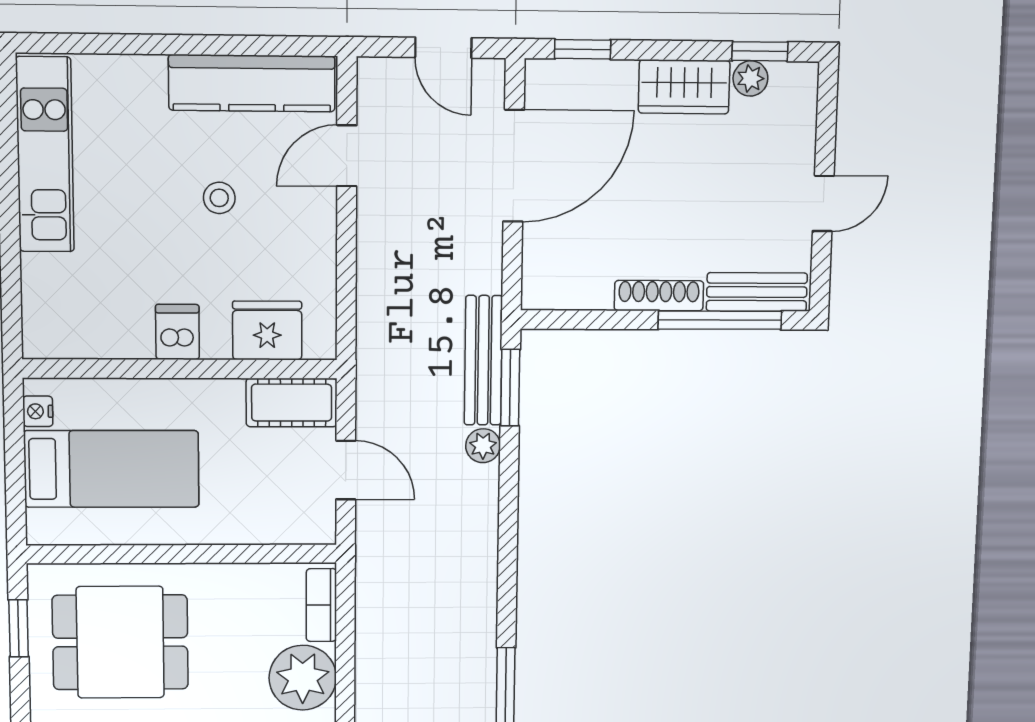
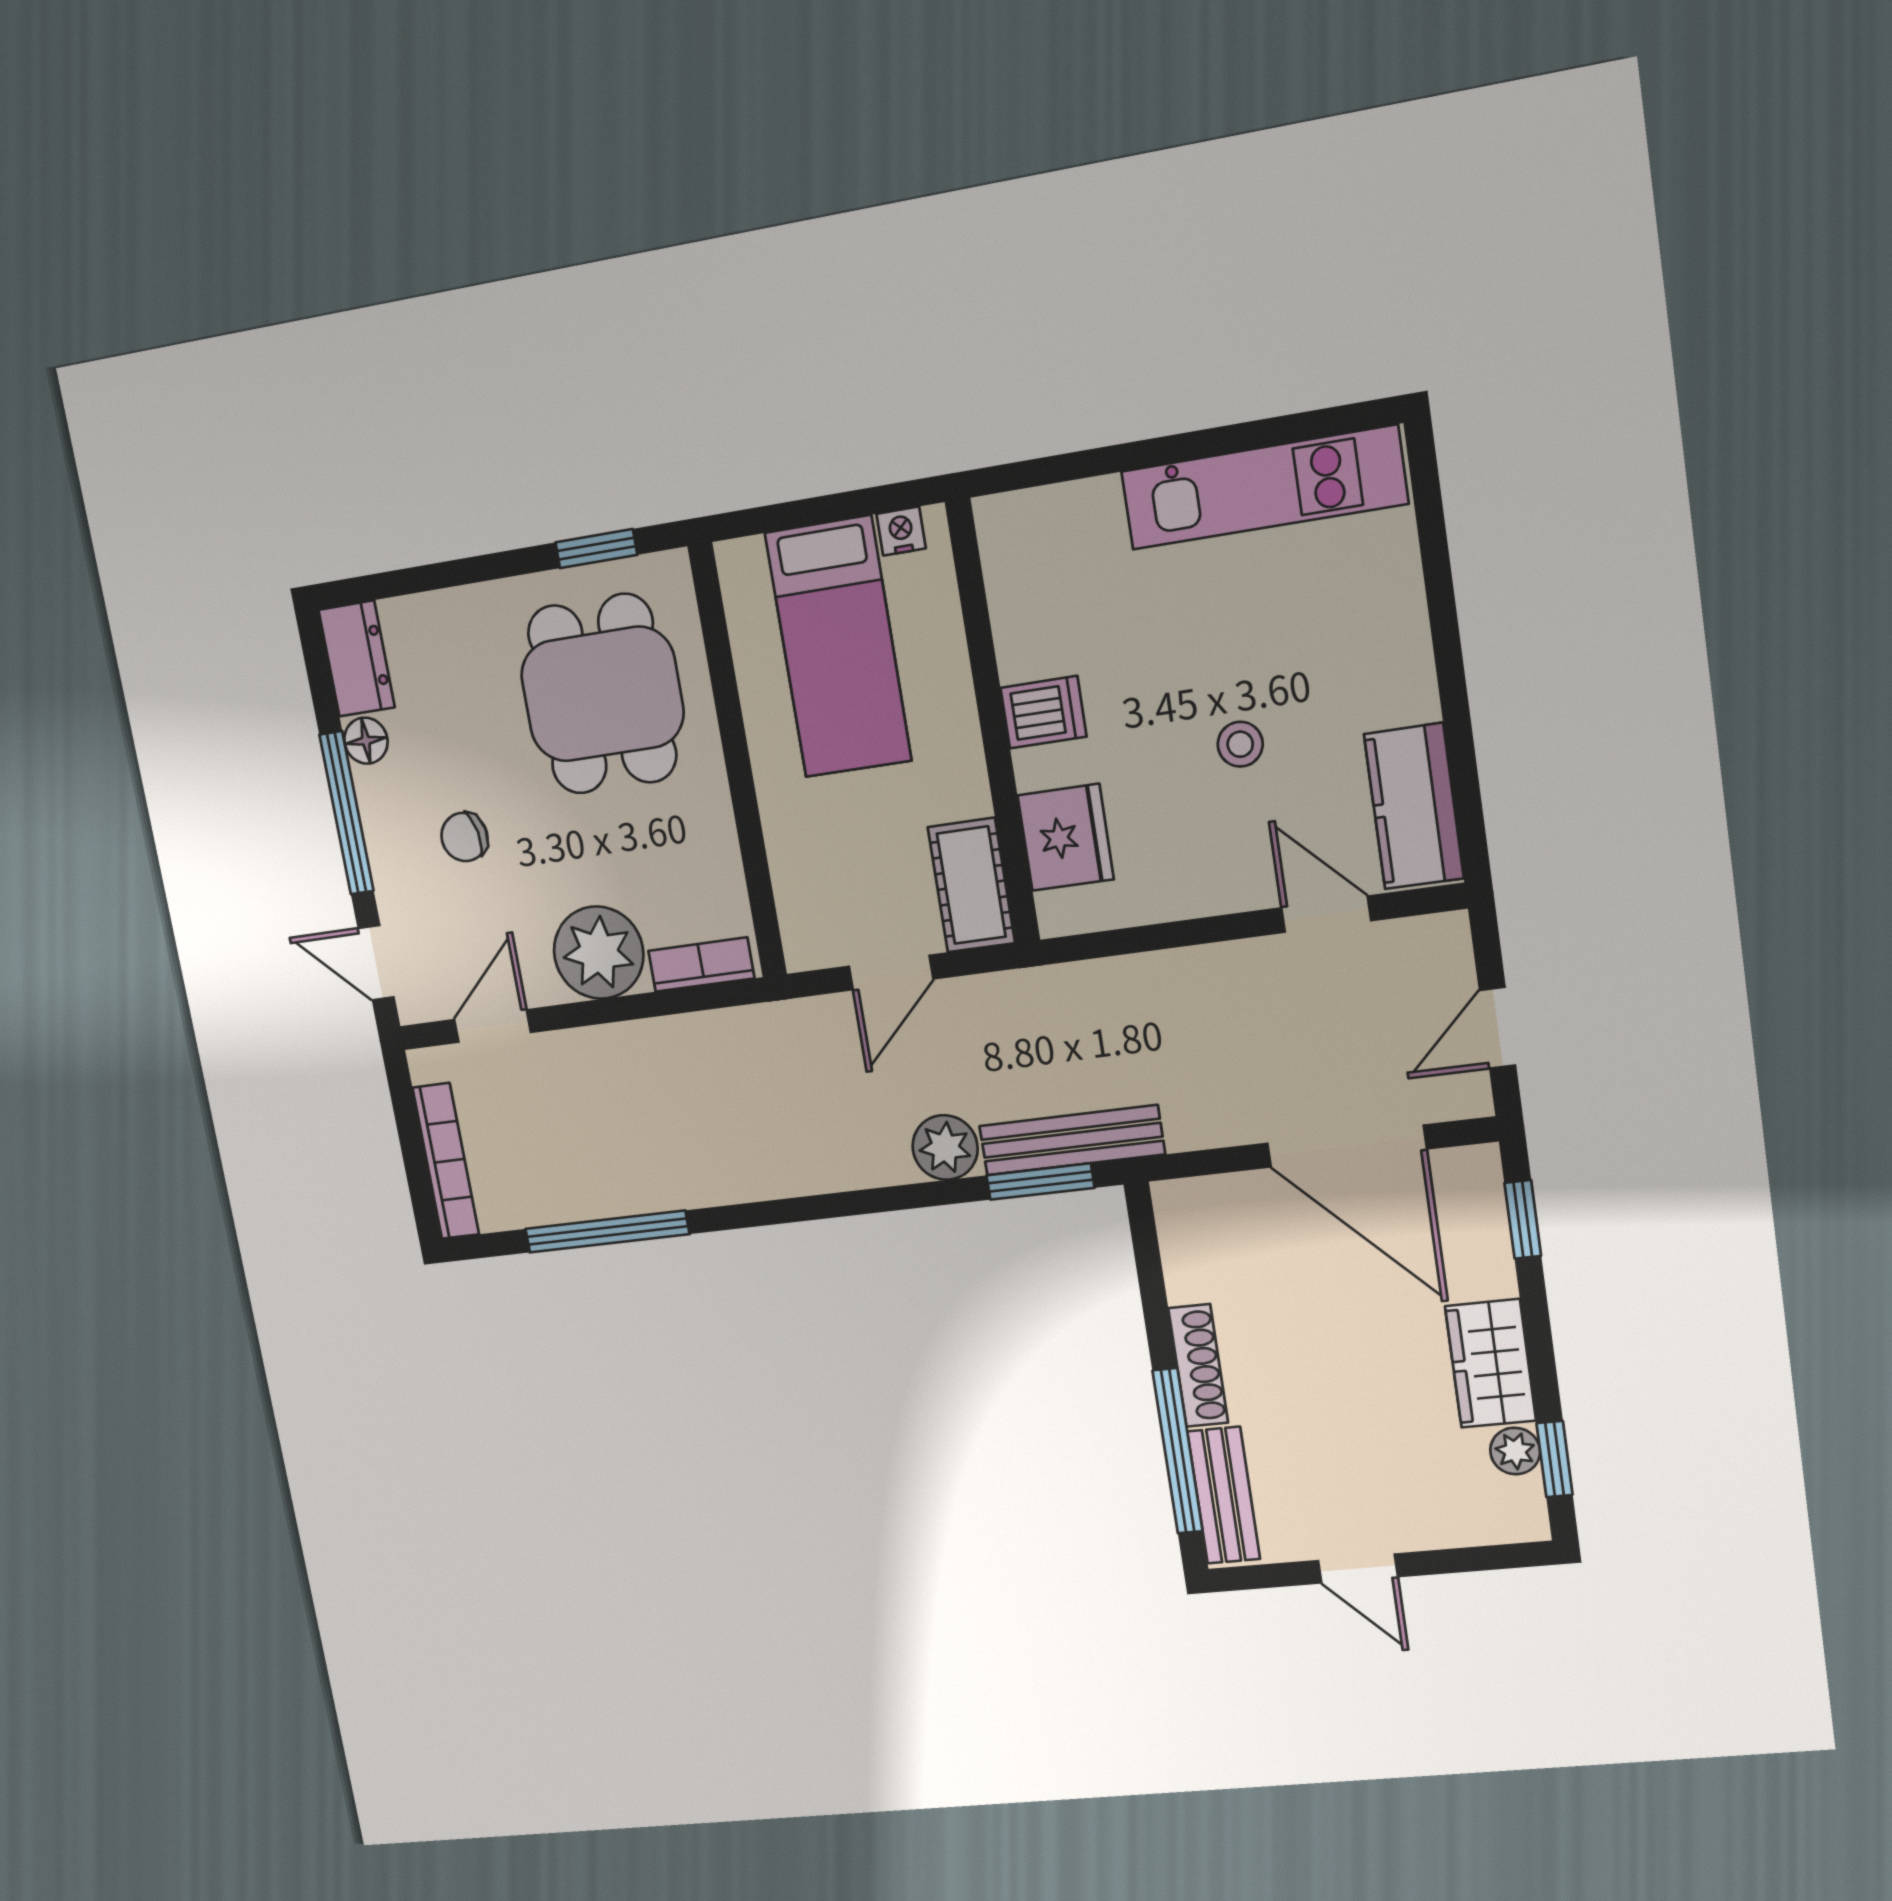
kitchen counter: (252, 83) -> (1414, 806), width x0.67
plant: (483, 446) -> (945, 1147), width x1.38, depth x1.38

